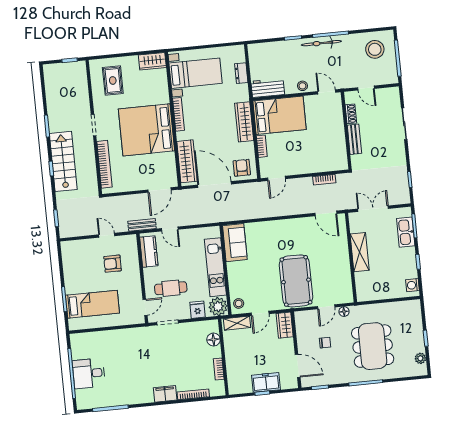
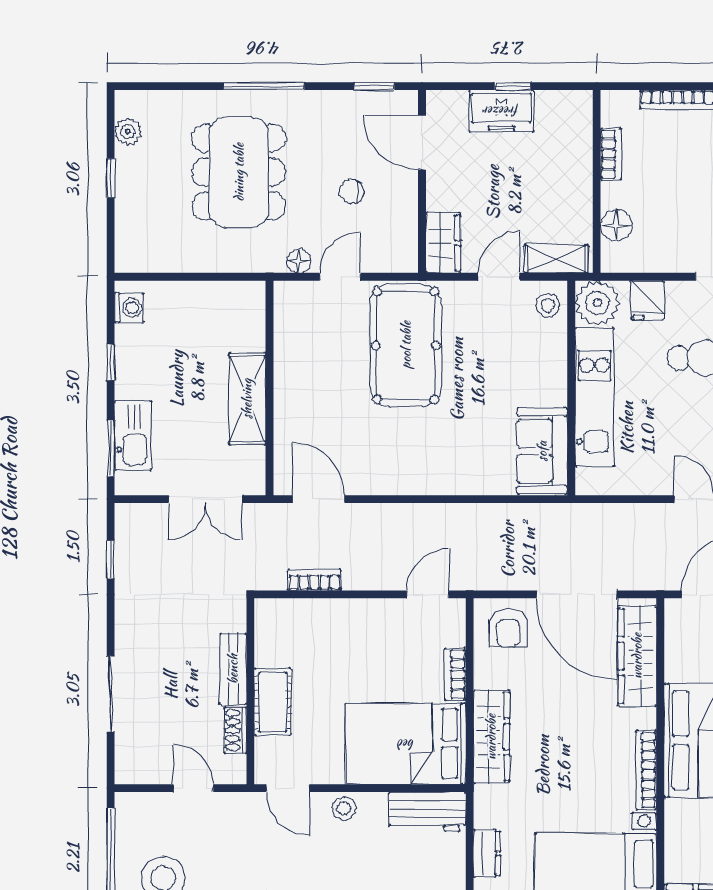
cot: (337, 127) -> (273, 702), added

